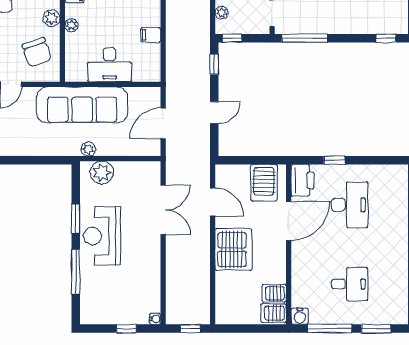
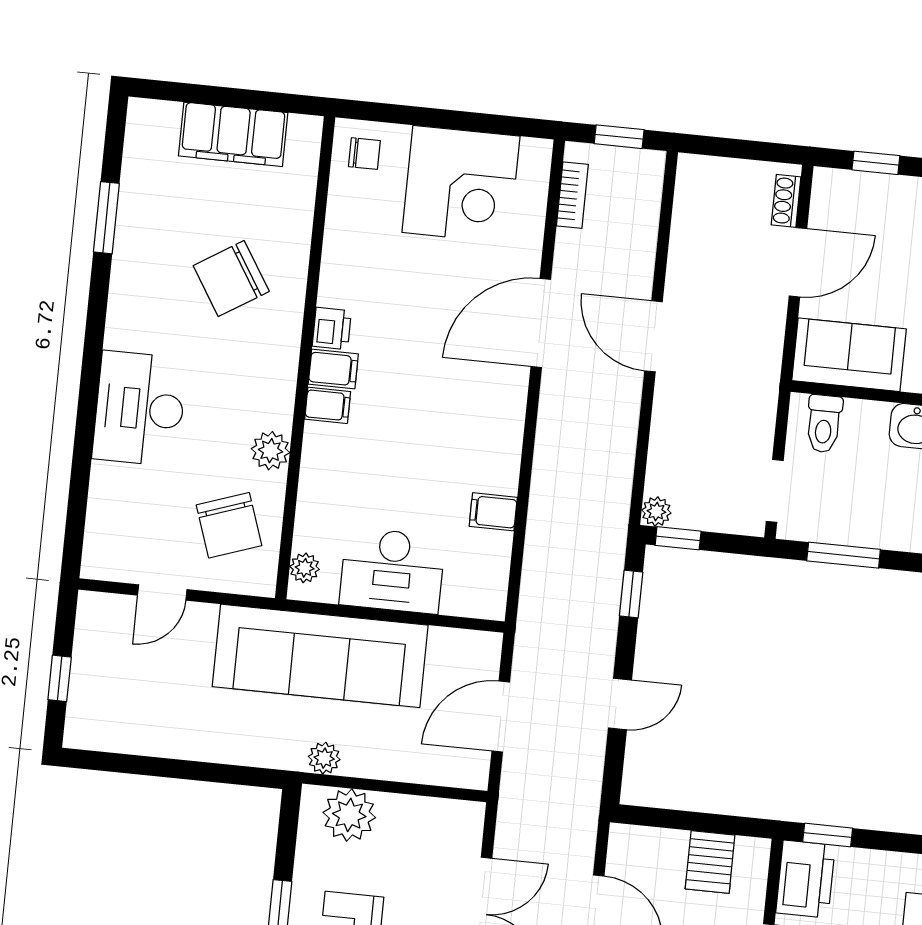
plant: (222, 13) -> (656, 511), moved
plant: (71, 25) -> (305, 568), moved
window: (305, 38) -> (844, 555), width x0.69
window: (334, 160) -> (828, 835), moved
server rack: (264, 183) -> (710, 862), width x0.73, depth x0.70

